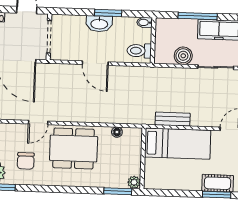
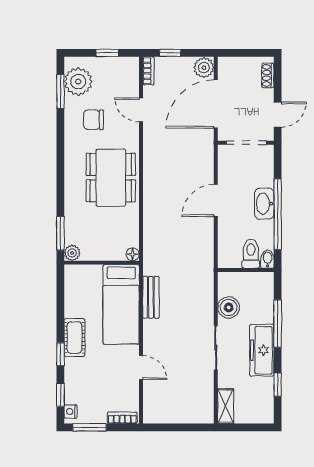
window: (108, 13) -> (278, 214), width x2.11
toilet: (139, 51) -> (251, 254), moved
door: (38, 122) -> (141, 110), moved
floor lamp: (117, 132) -> (133, 254), moved
cot: (218, 183) -> (75, 338), moved
window: (217, 195) -> (60, 354), width x0.67

